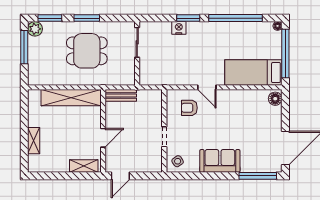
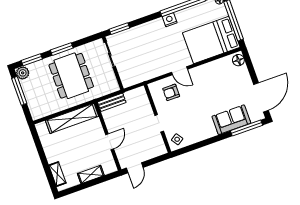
window: (188, 18) -> (119, 29), moved
nightstand: (179, 28) -> (170, 20), moved
dining table: (87, 51) -> (71, 76), width x1.38
bed: (253, 73) -> (211, 40), width x1.50
shelving: (34, 141) -> (57, 174), moved
sofa: (220, 161) -> (231, 120), moved
shelving: (84, 166) -> (91, 174), moved

